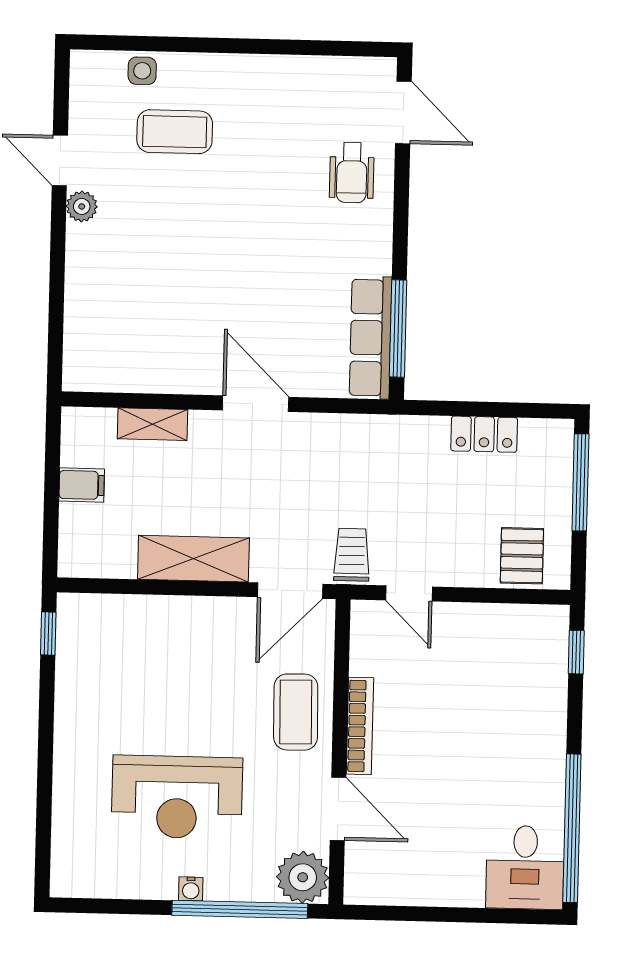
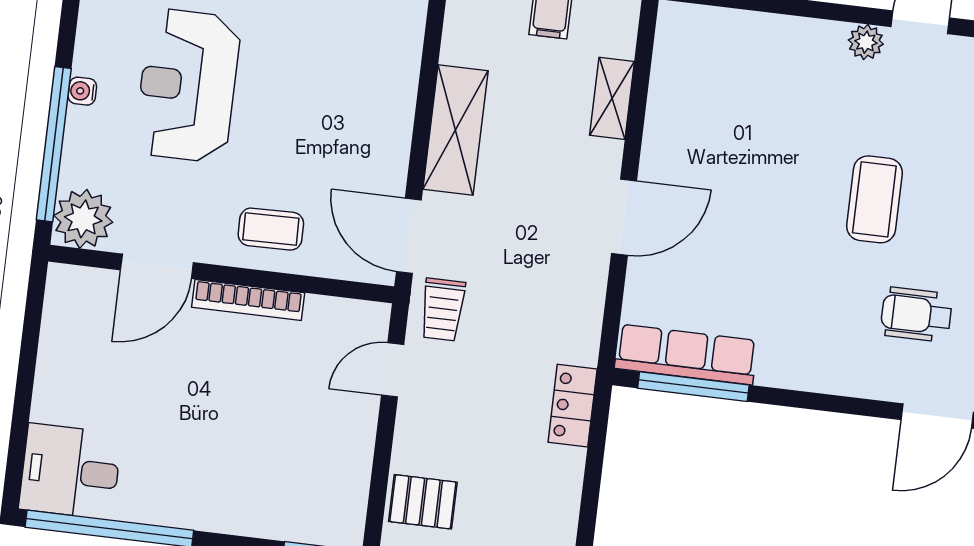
coffee table: (175, 132) -> (874, 199), moved
wheelchair: (352, 173) -> (916, 315), moved
locker: (484, 434) -> (573, 406), moved
trolley: (352, 555) -> (443, 310), turned 90
coffee table: (296, 712) -> (271, 229), width x0.73, depth x0.77

